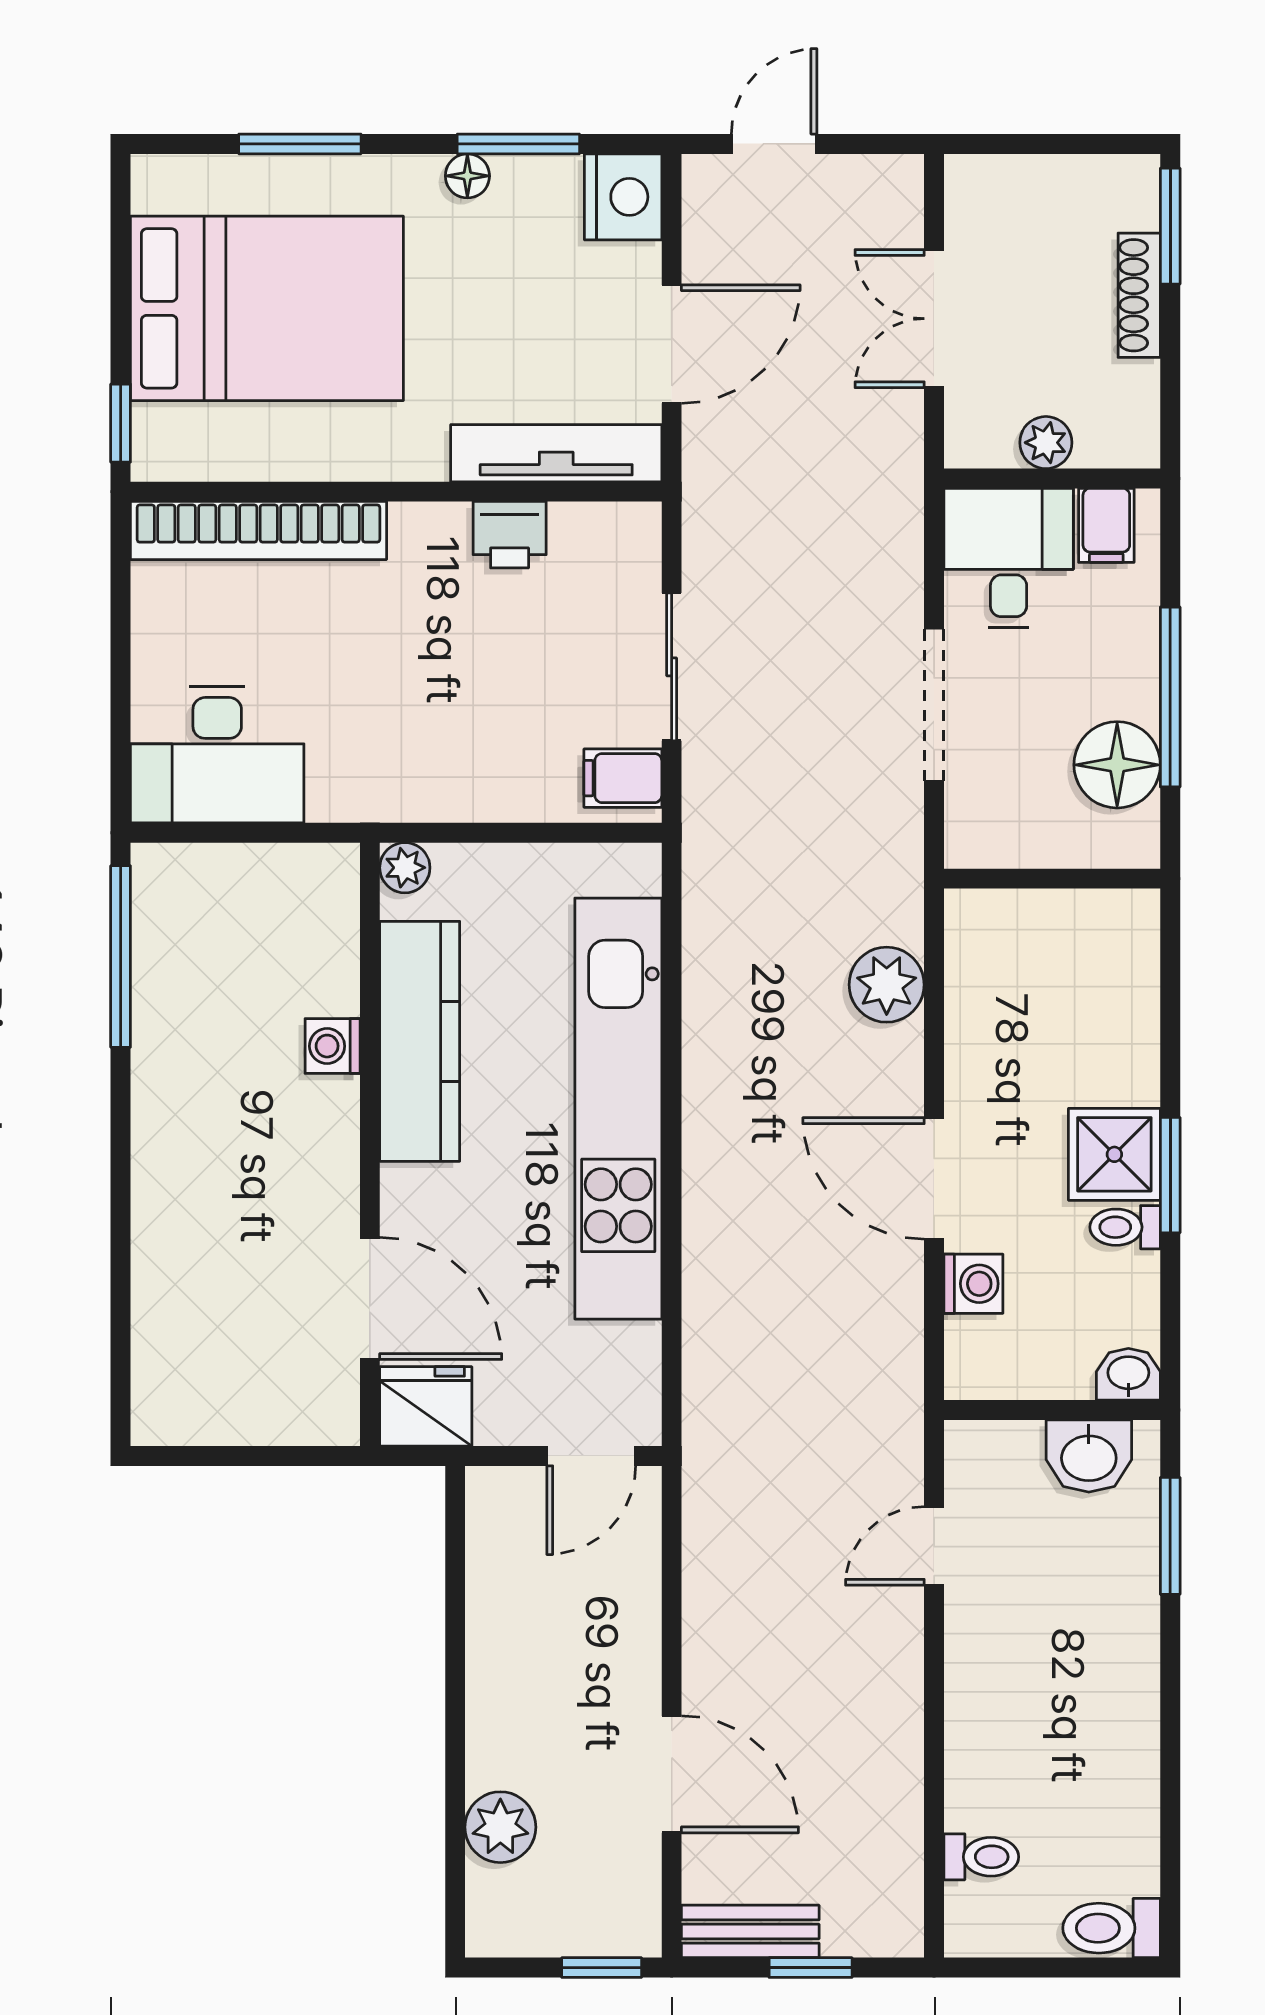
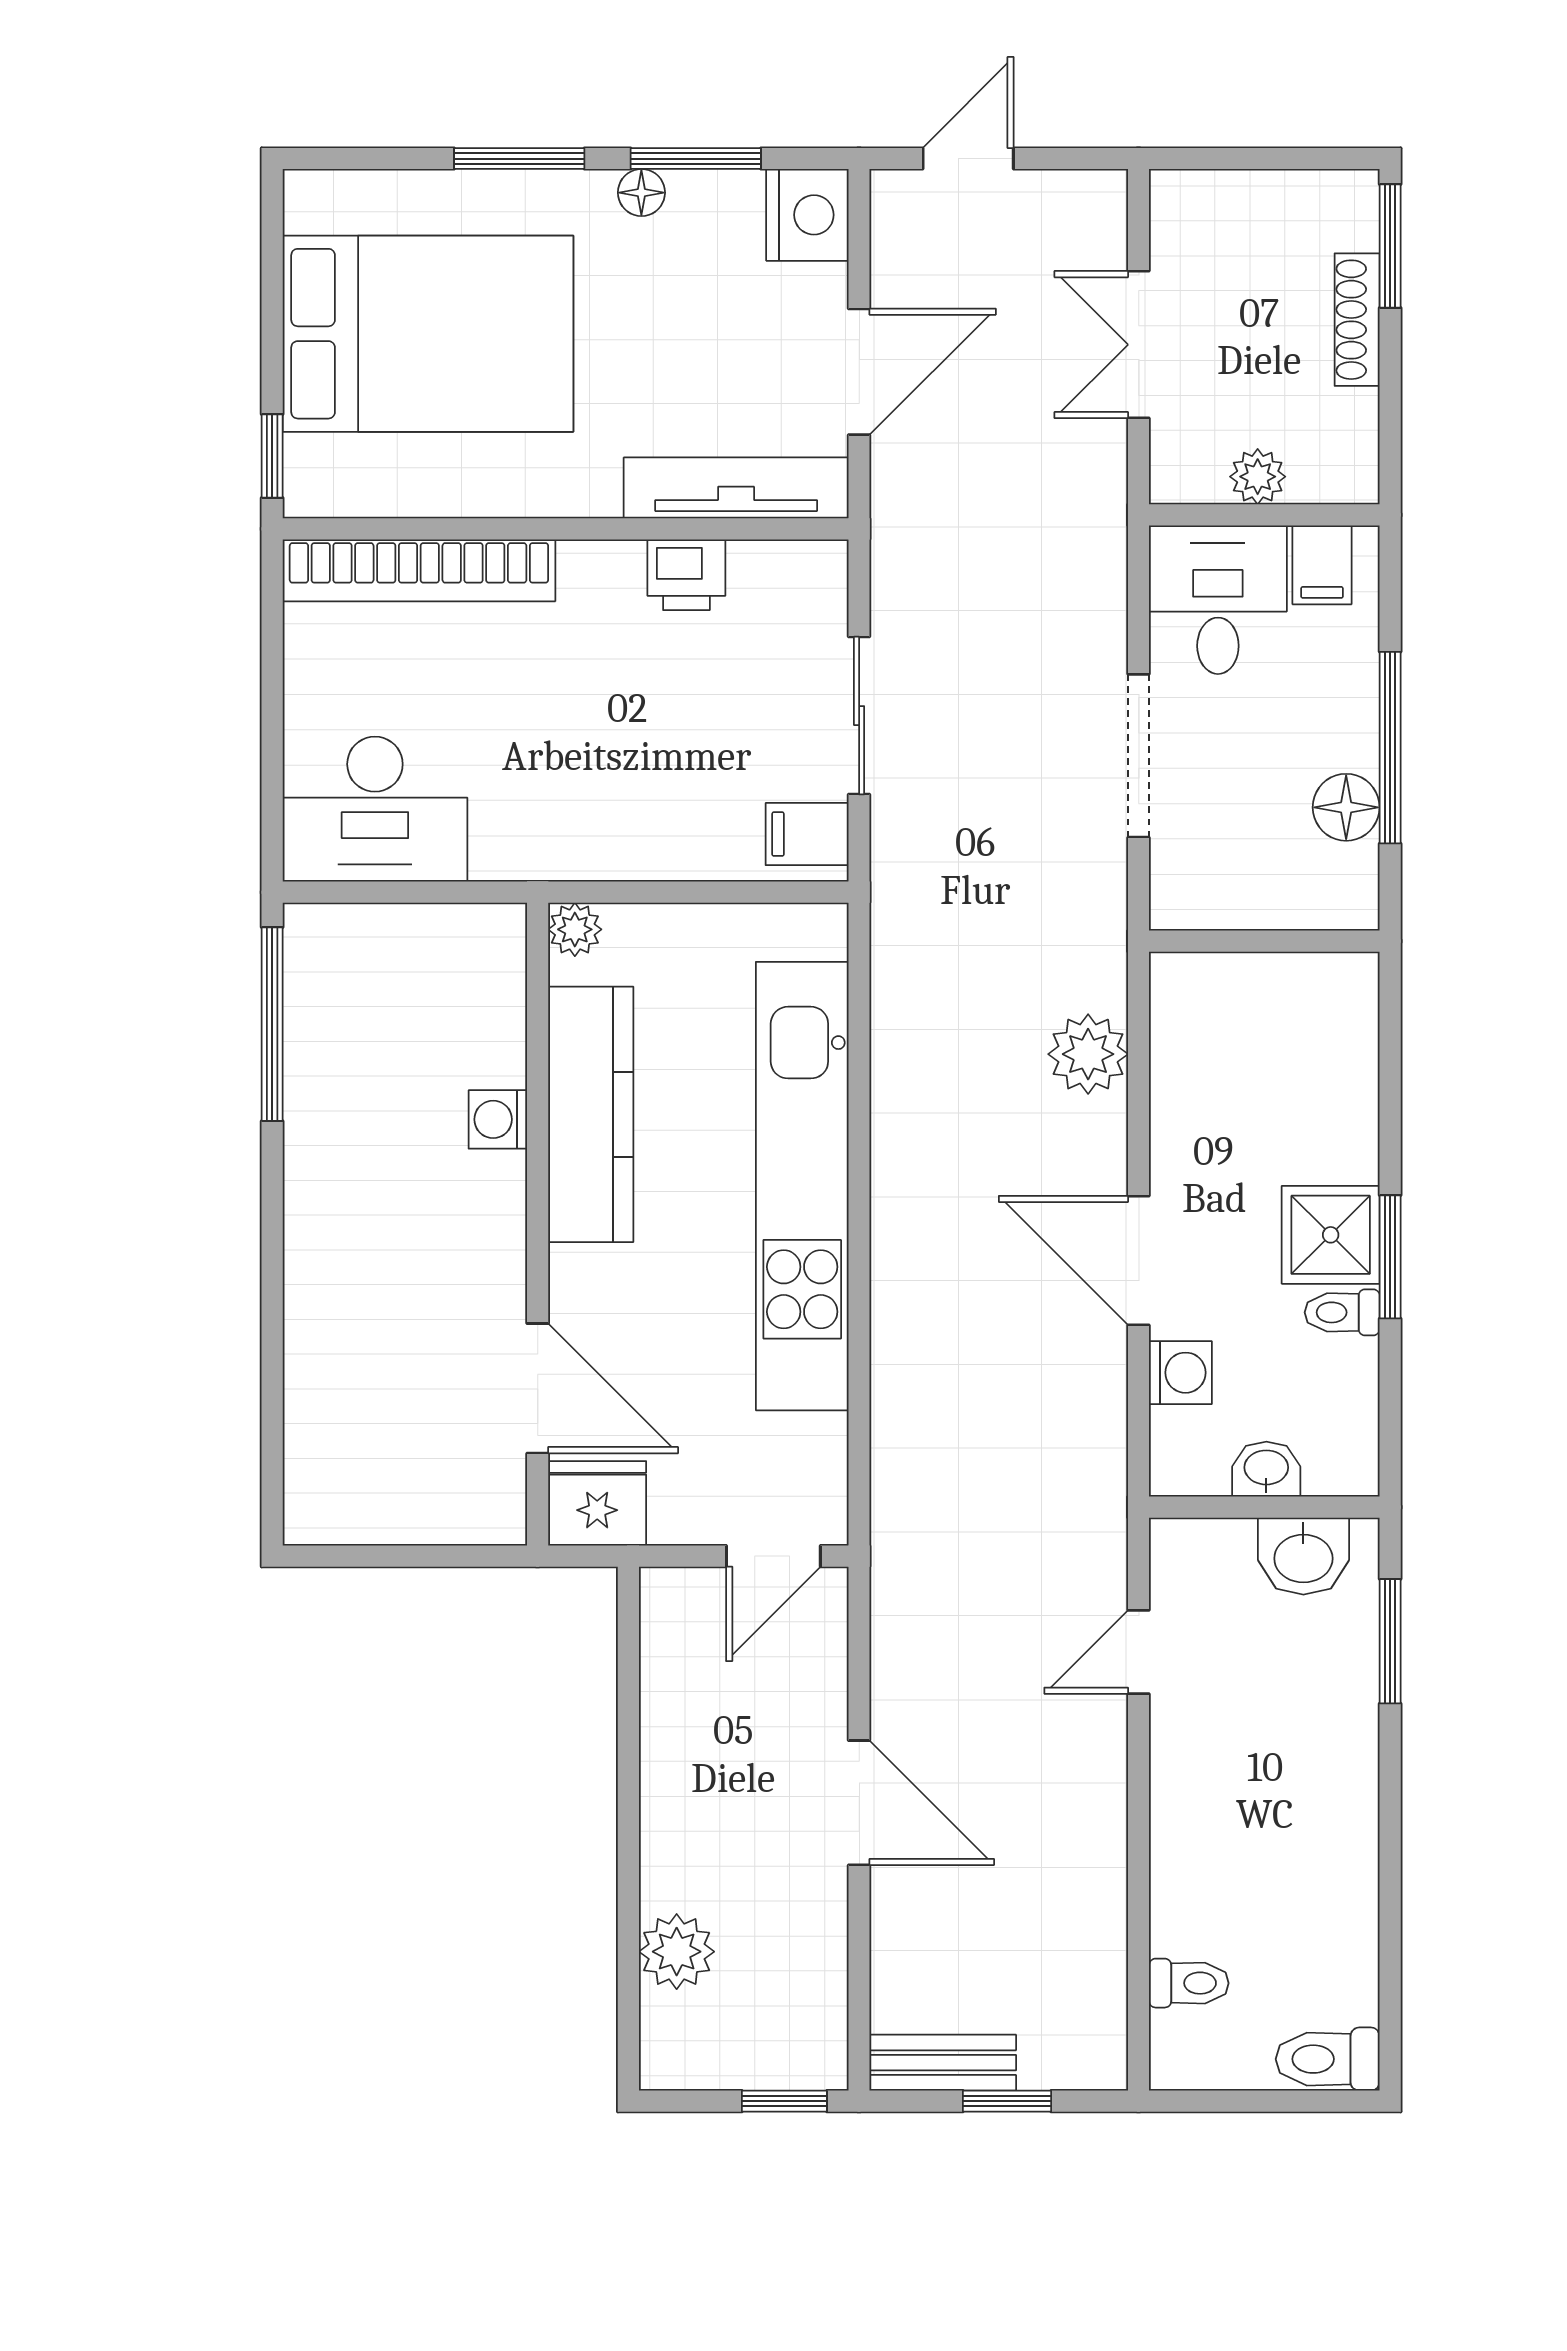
window: (300, 144) -> (519, 159), moved
floor lamp: (1117, 765) -> (1346, 807), width x0.73, depth x0.73
washbasin: (1128, 1374) -> (1266, 1469), moved
door: (672, 1774) -> (859, 1803), moved

